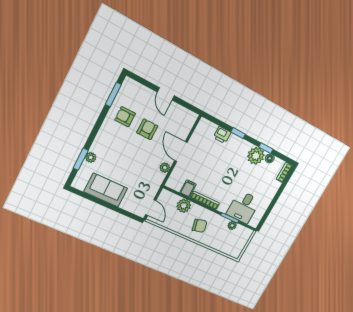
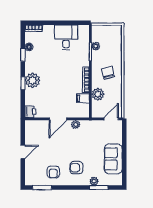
armchair: (147, 129) -> (76, 168), moved
printer: (222, 135) -> (30, 112), moved
plant: (256, 156) -> (33, 80), moved
desk: (243, 207) -> (66, 37), moved, turned -90

